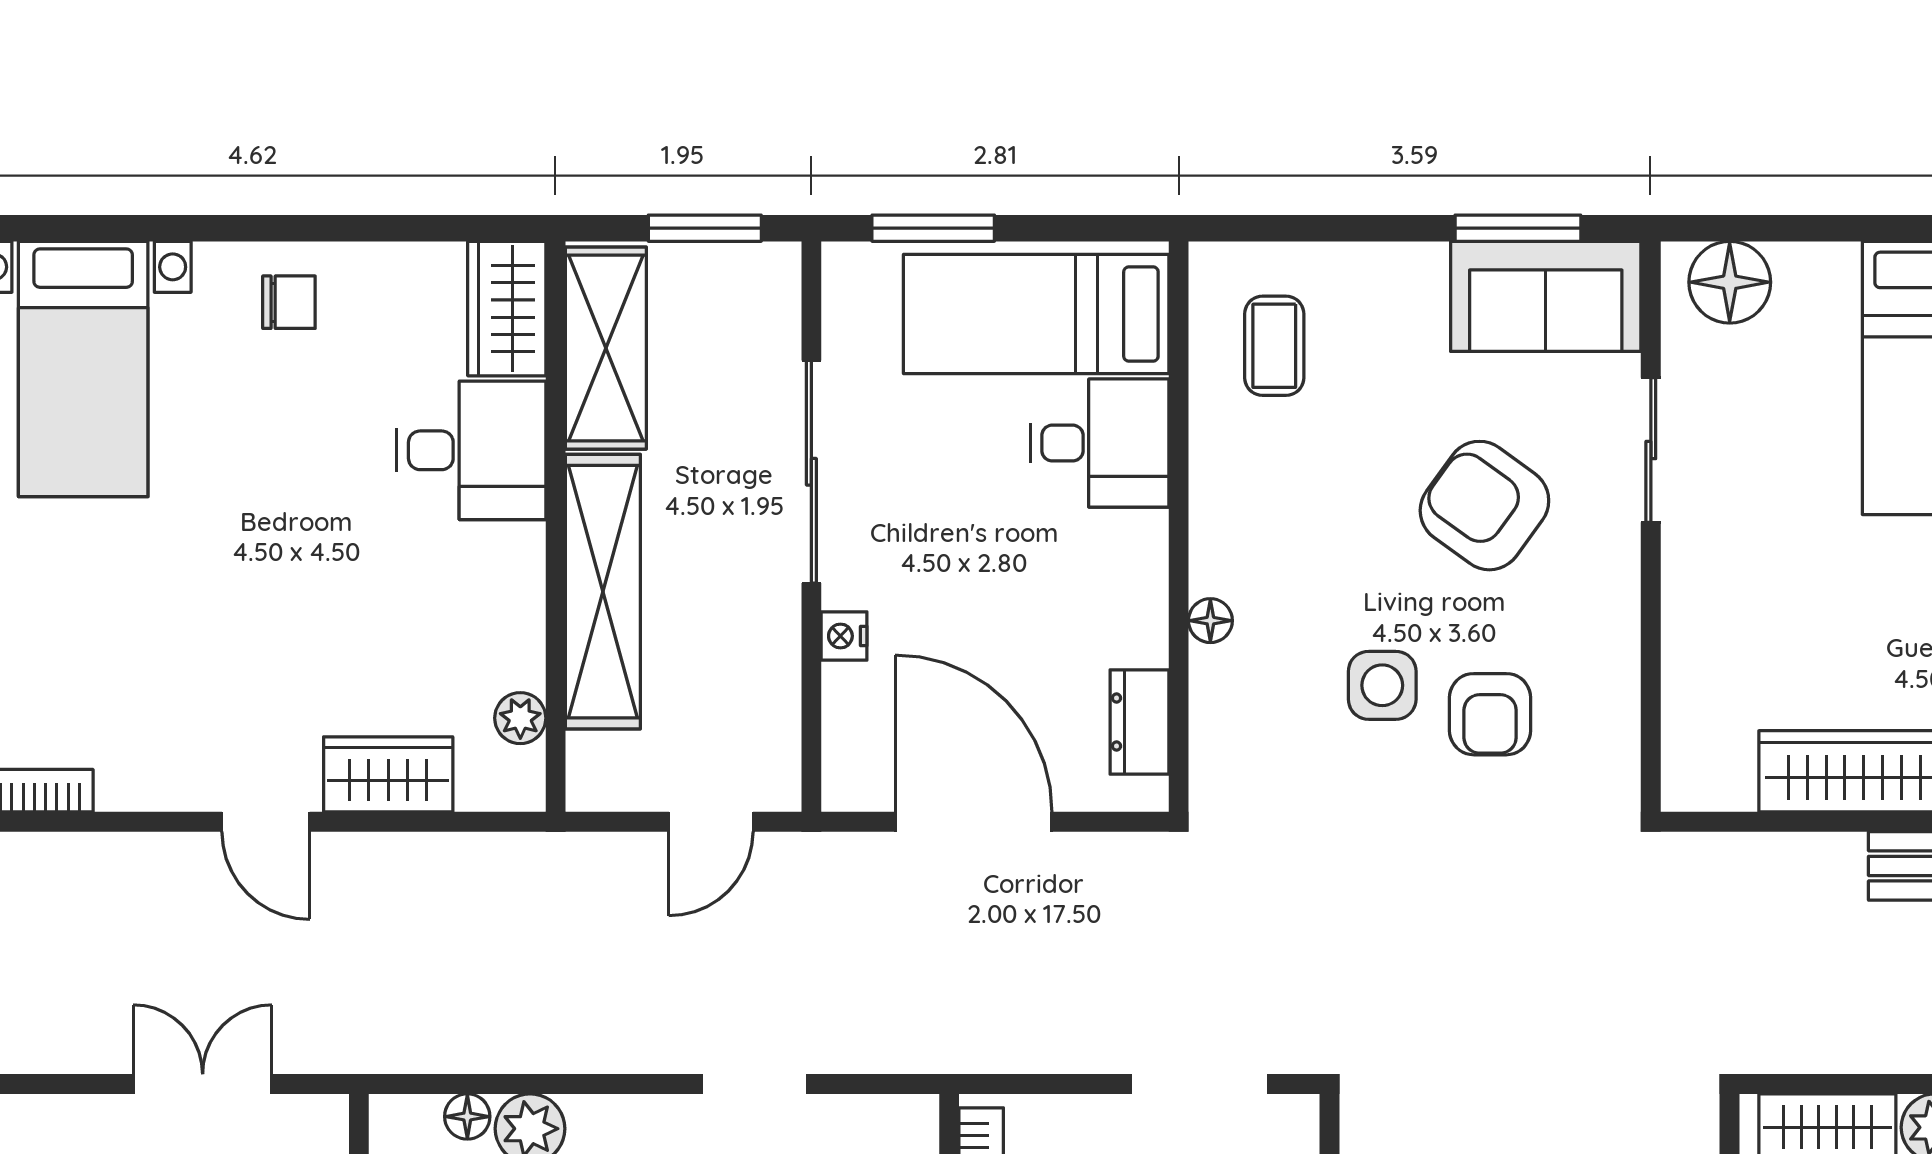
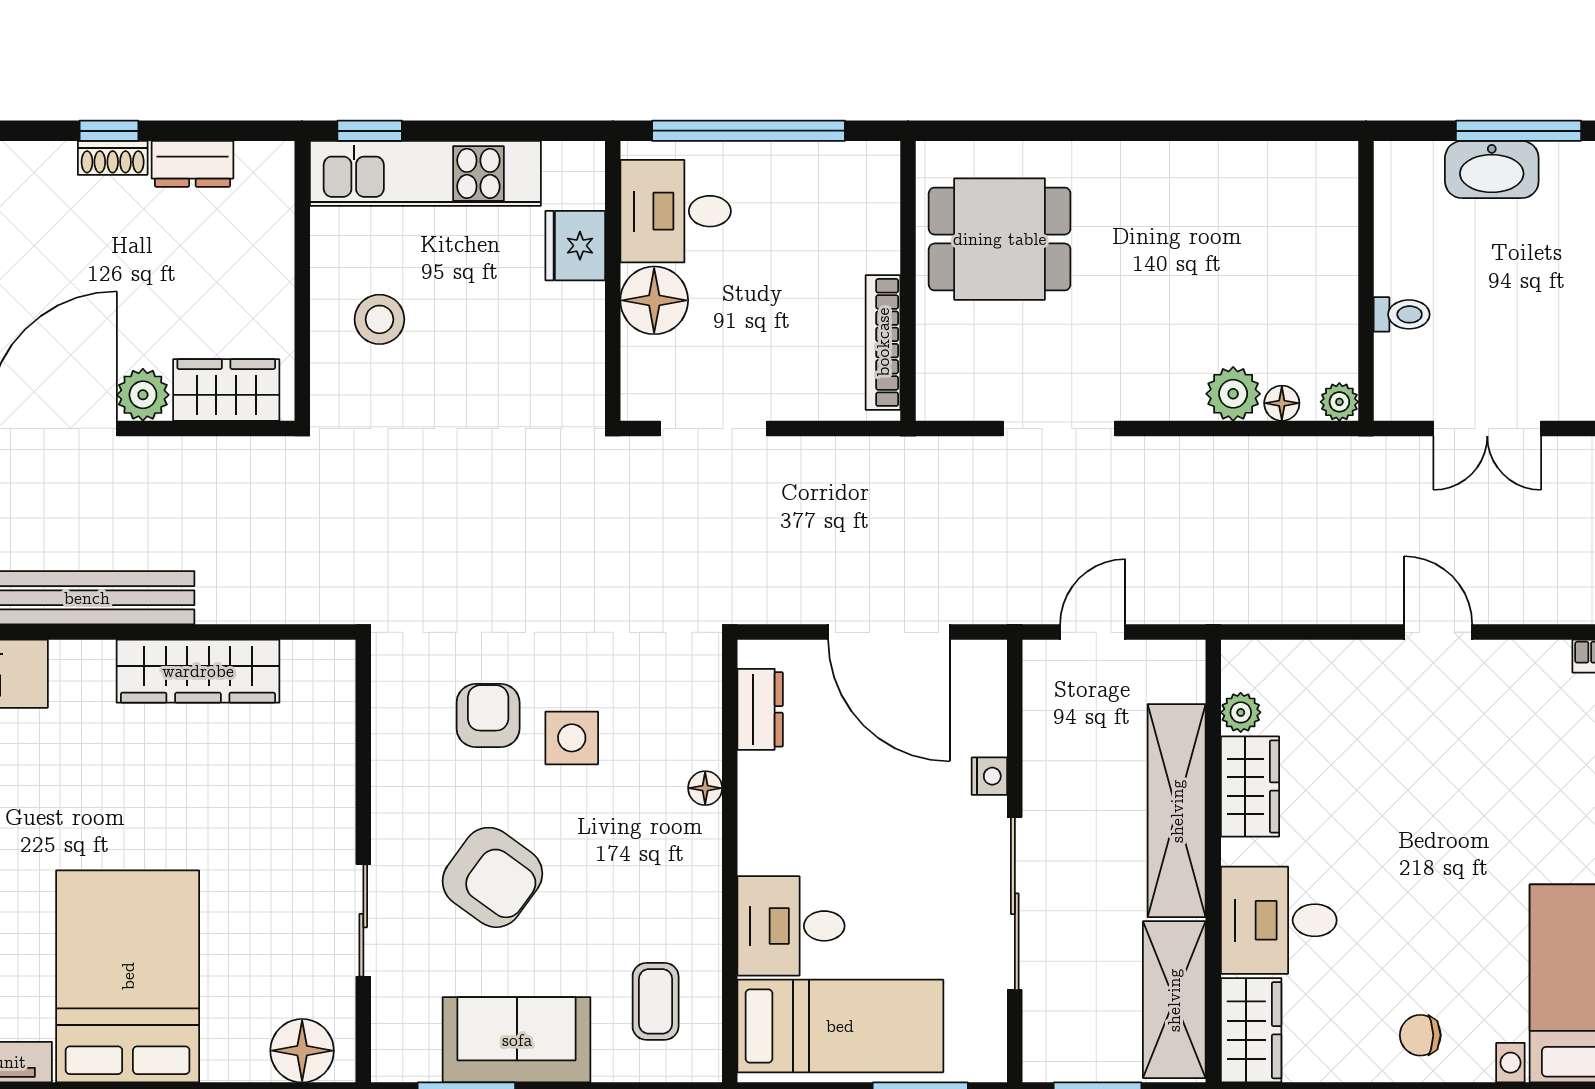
sofa: (1546, 296) -> (517, 1040), moved
wardrobe: (388, 774) -> (1250, 786), moved, turned -90
doorway: (754, 1084) -> (1059, 428), width x1.38
plant: (393, 1118) -> (1339, 402), added

